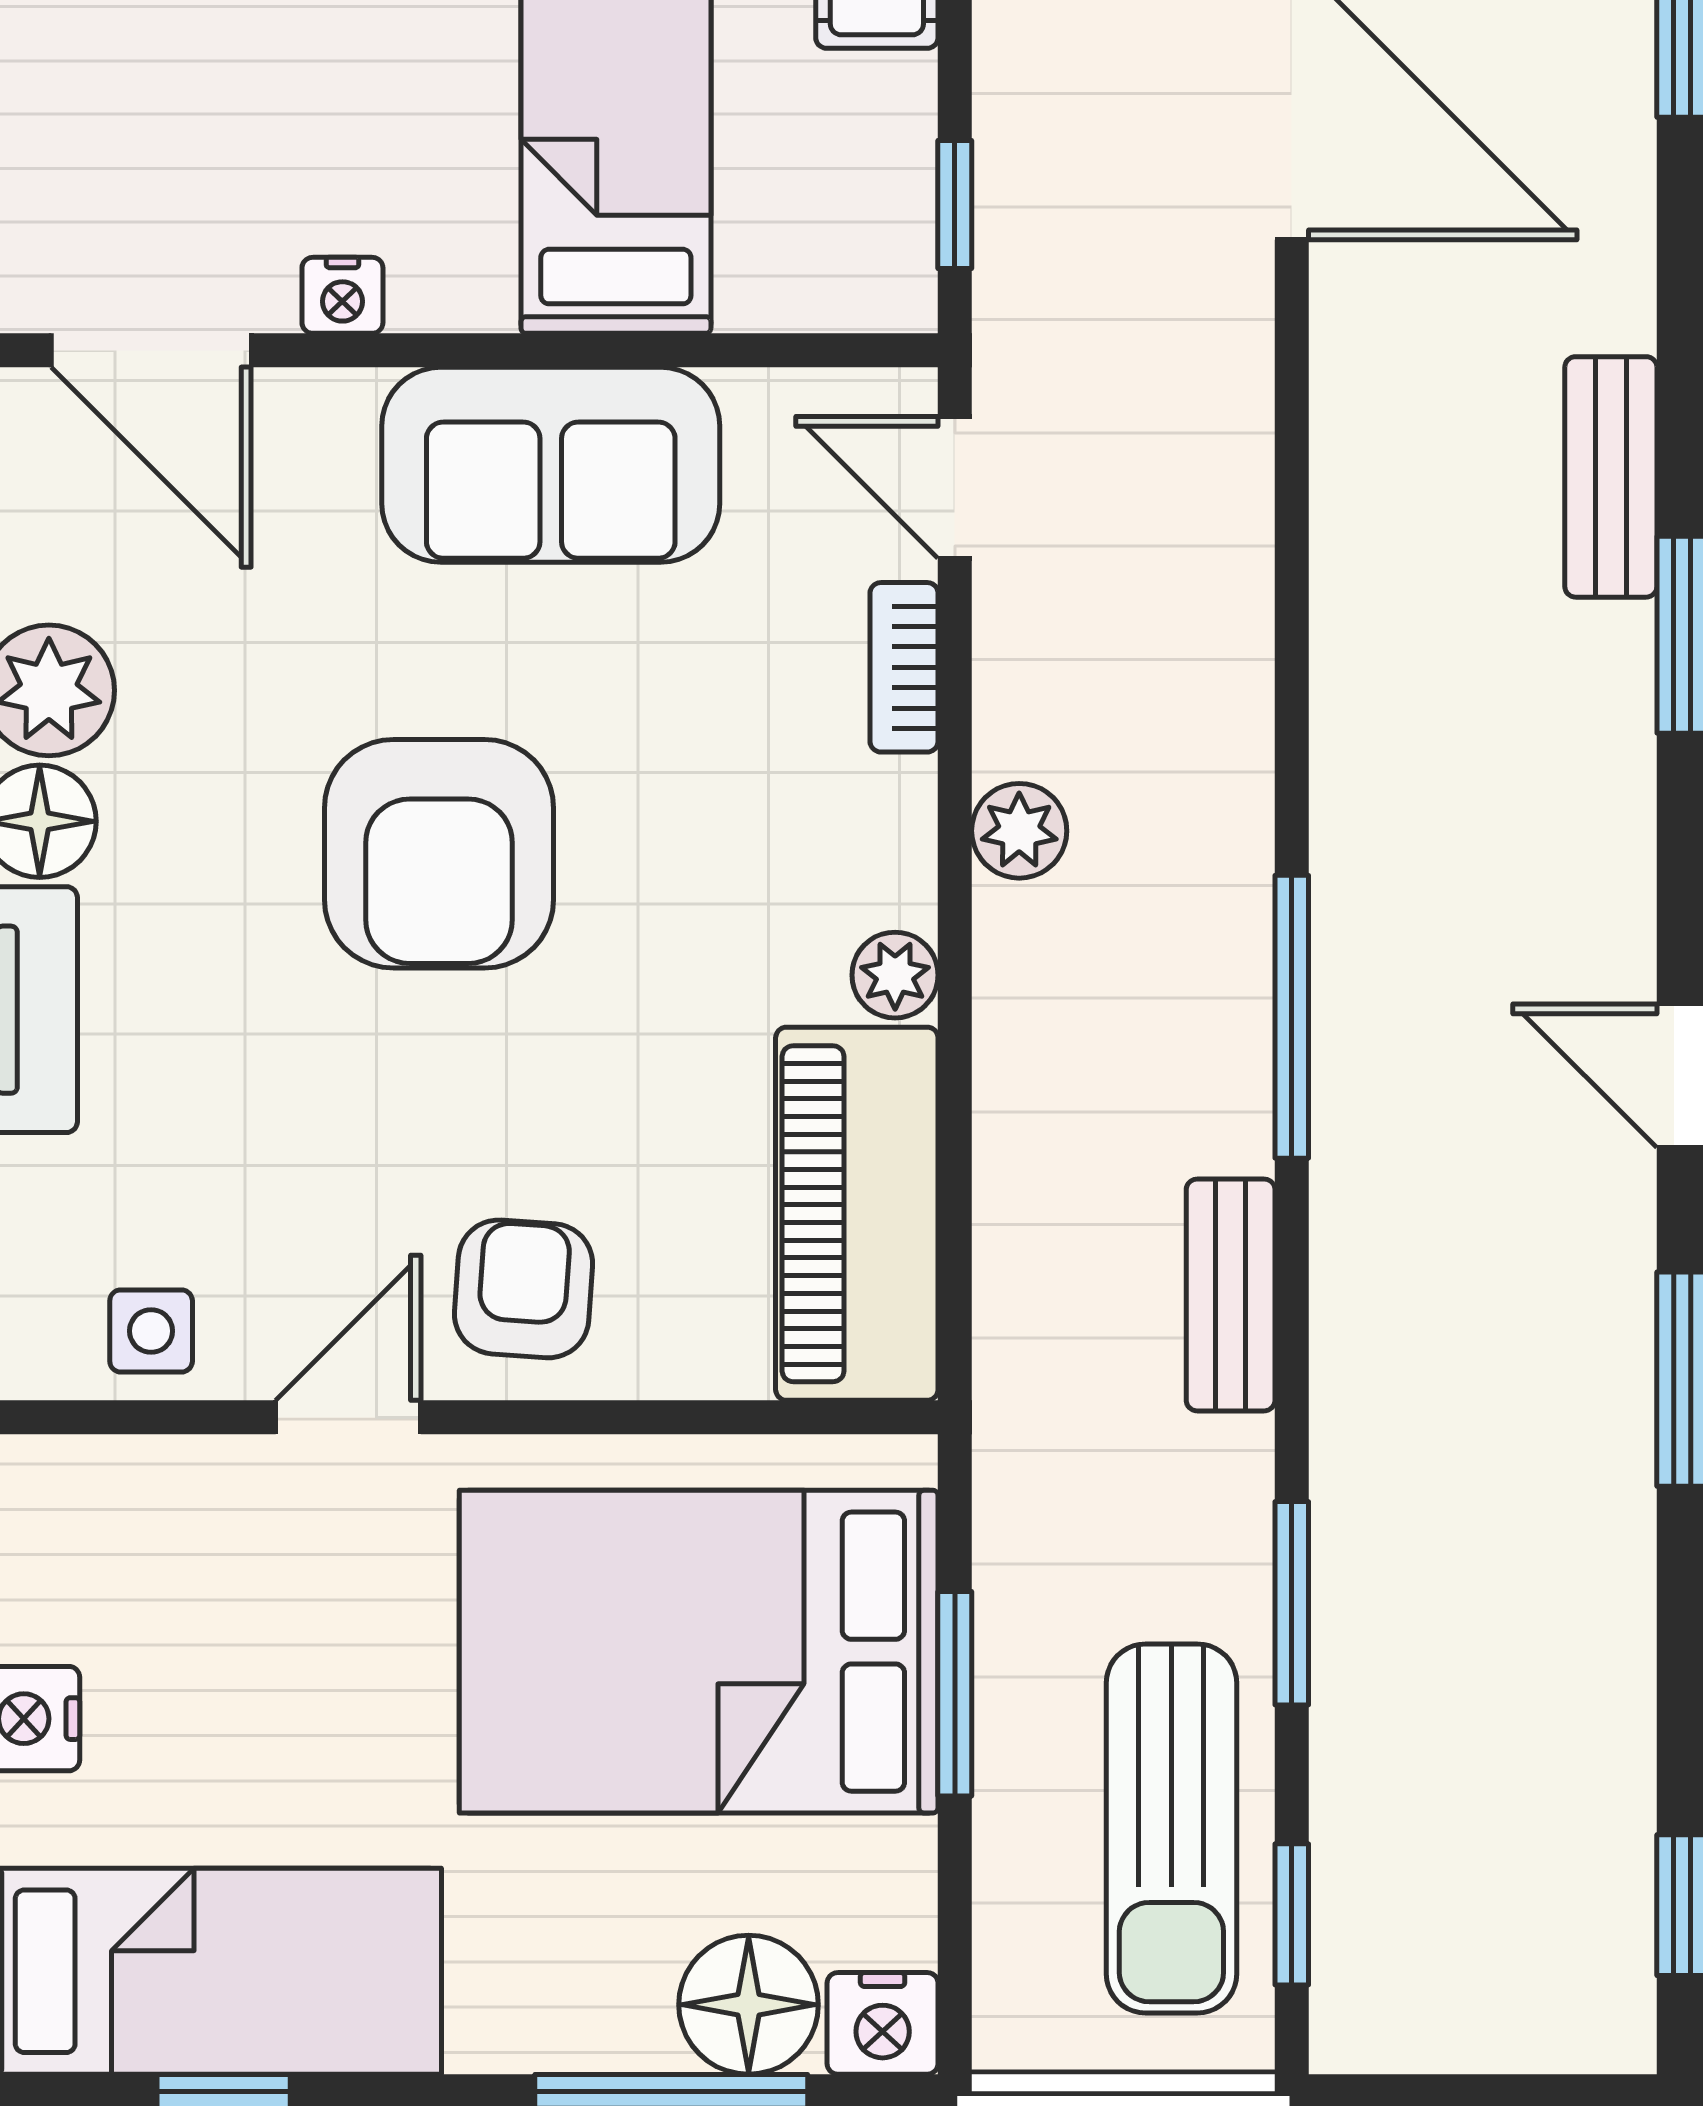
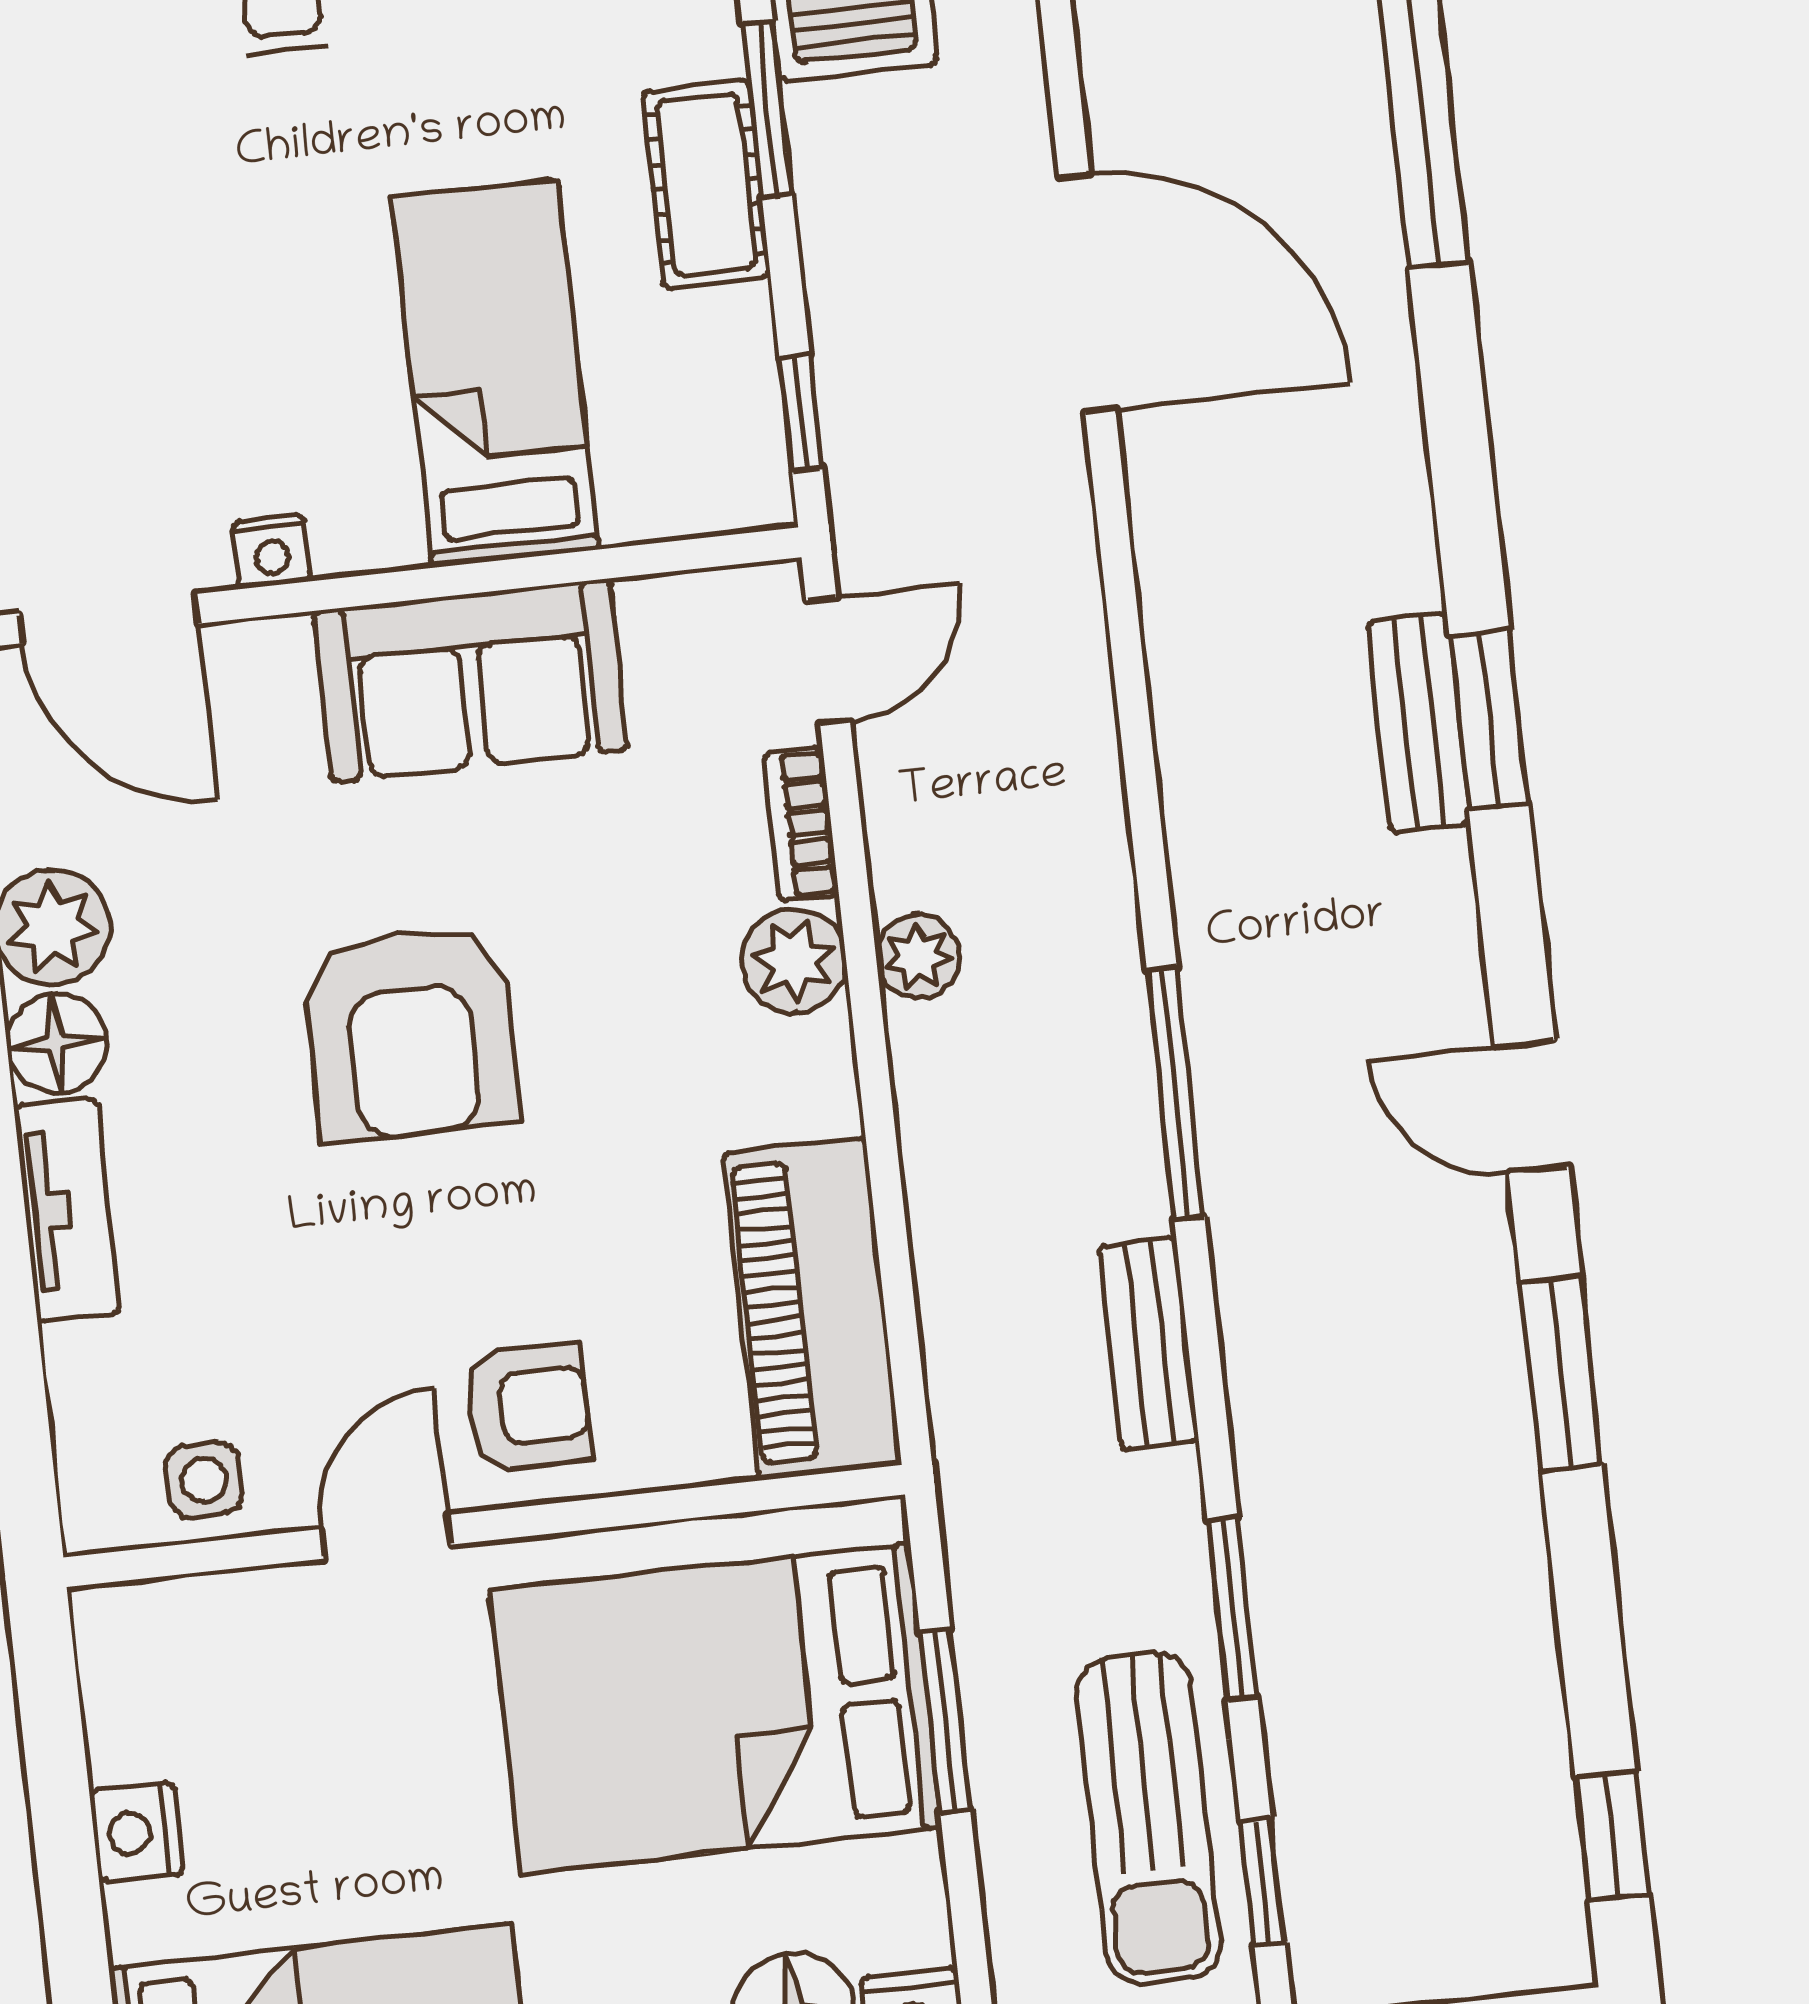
bench: (1611, 477) -> (1418, 723), moved
door: (955, 487) -> (828, 661), swing flipped
plant: (895, 975) -> (794, 961), moved, width x1.38, depth x1.38
armchair: (524, 1289) -> (527, 1407), turned 86

